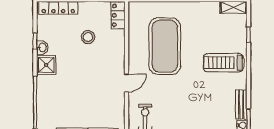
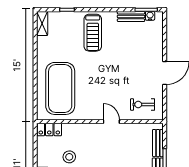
exercise mat: (165, 46) -> (60, 88), moved, turned 90

